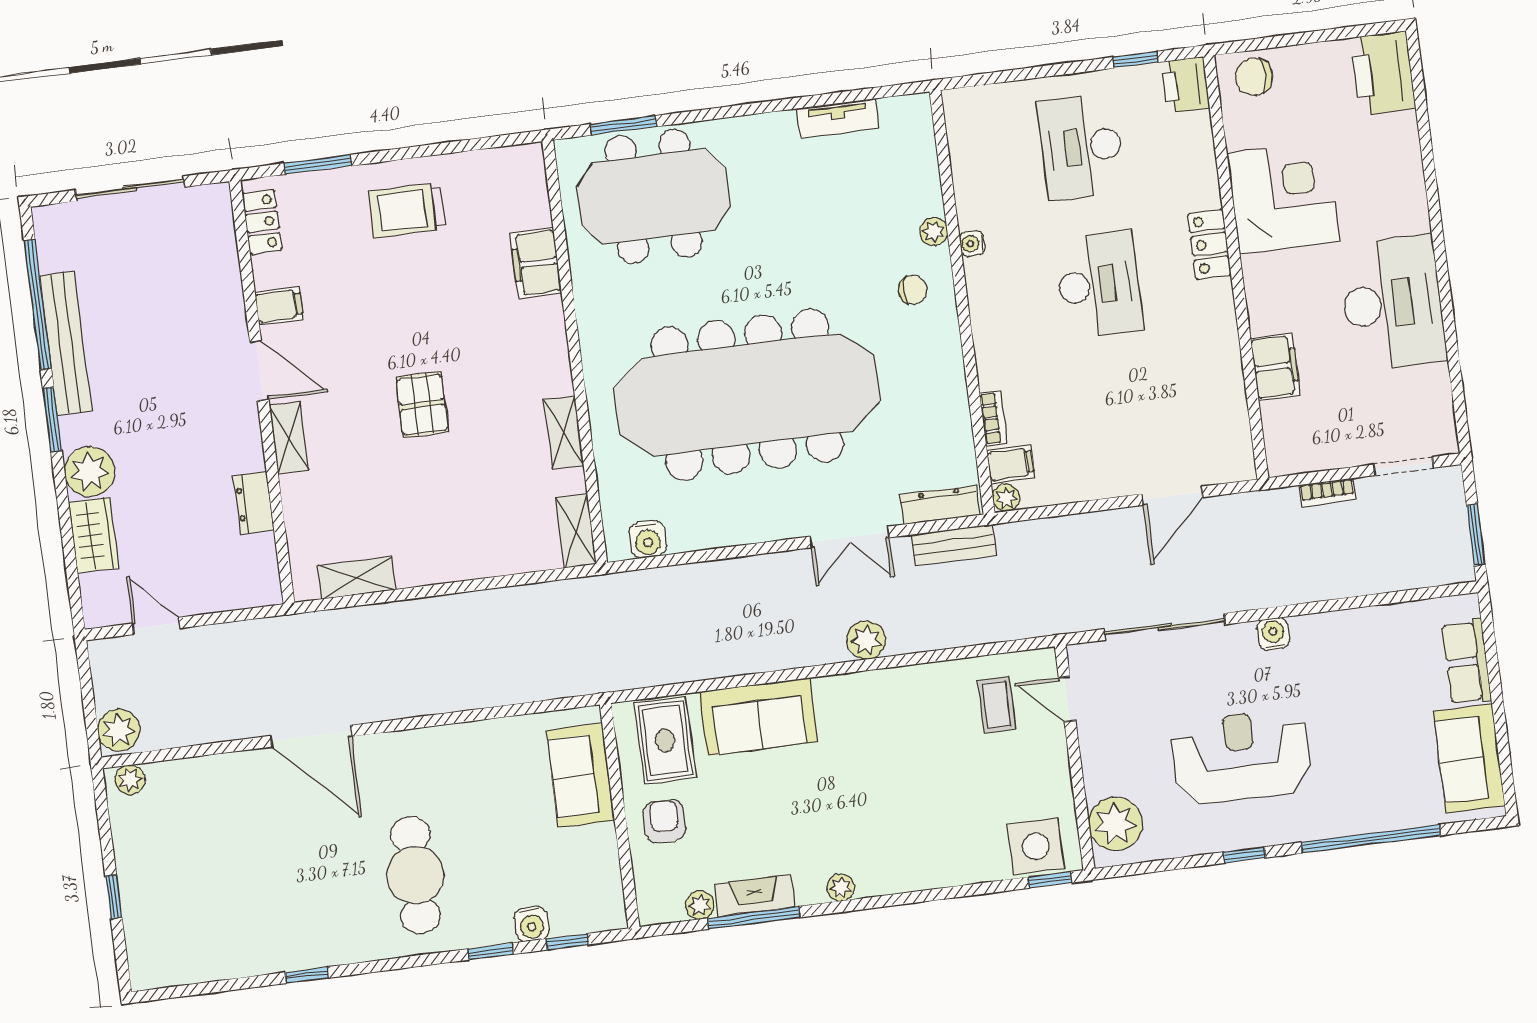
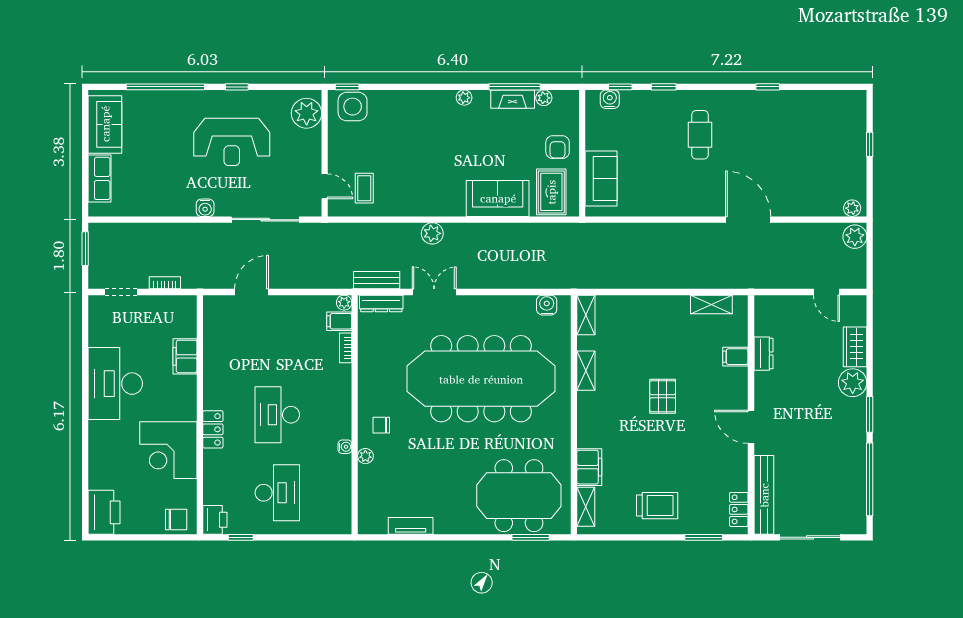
filing cabinet: (279, 306) -> (735, 357), moved
bench: (66, 343) -> (764, 495), moved
shelving: (289, 438) -> (586, 507), moved
cafe table: (415, 875) -> (700, 135), width x0.73, depth x0.74
water cooler: (532, 924) -> (610, 99), moved

